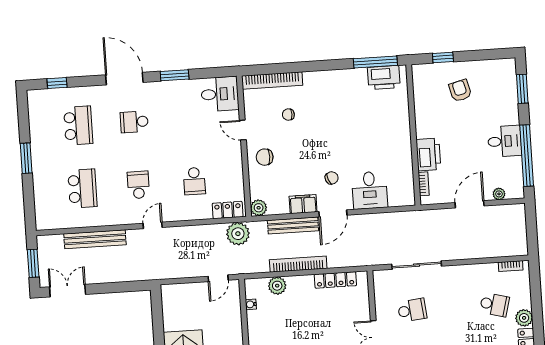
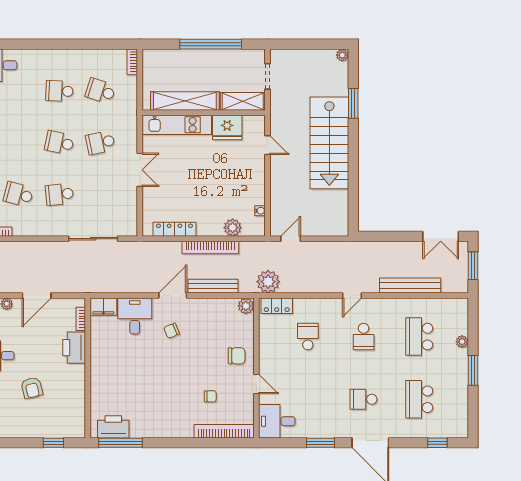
armchair: (460, 91) -> (32, 388), moved
school desk: (134, 122) -> (364, 399), turned 180
plant: (39, 186) -> (462, 342), added
filing cabinet: (303, 204) -> (103, 307), moved
school desk: (412, 310) -> (59, 194), moved

